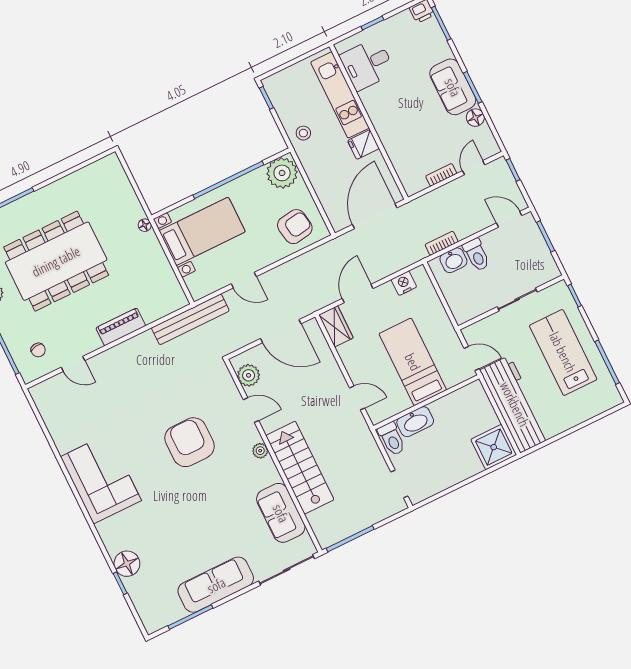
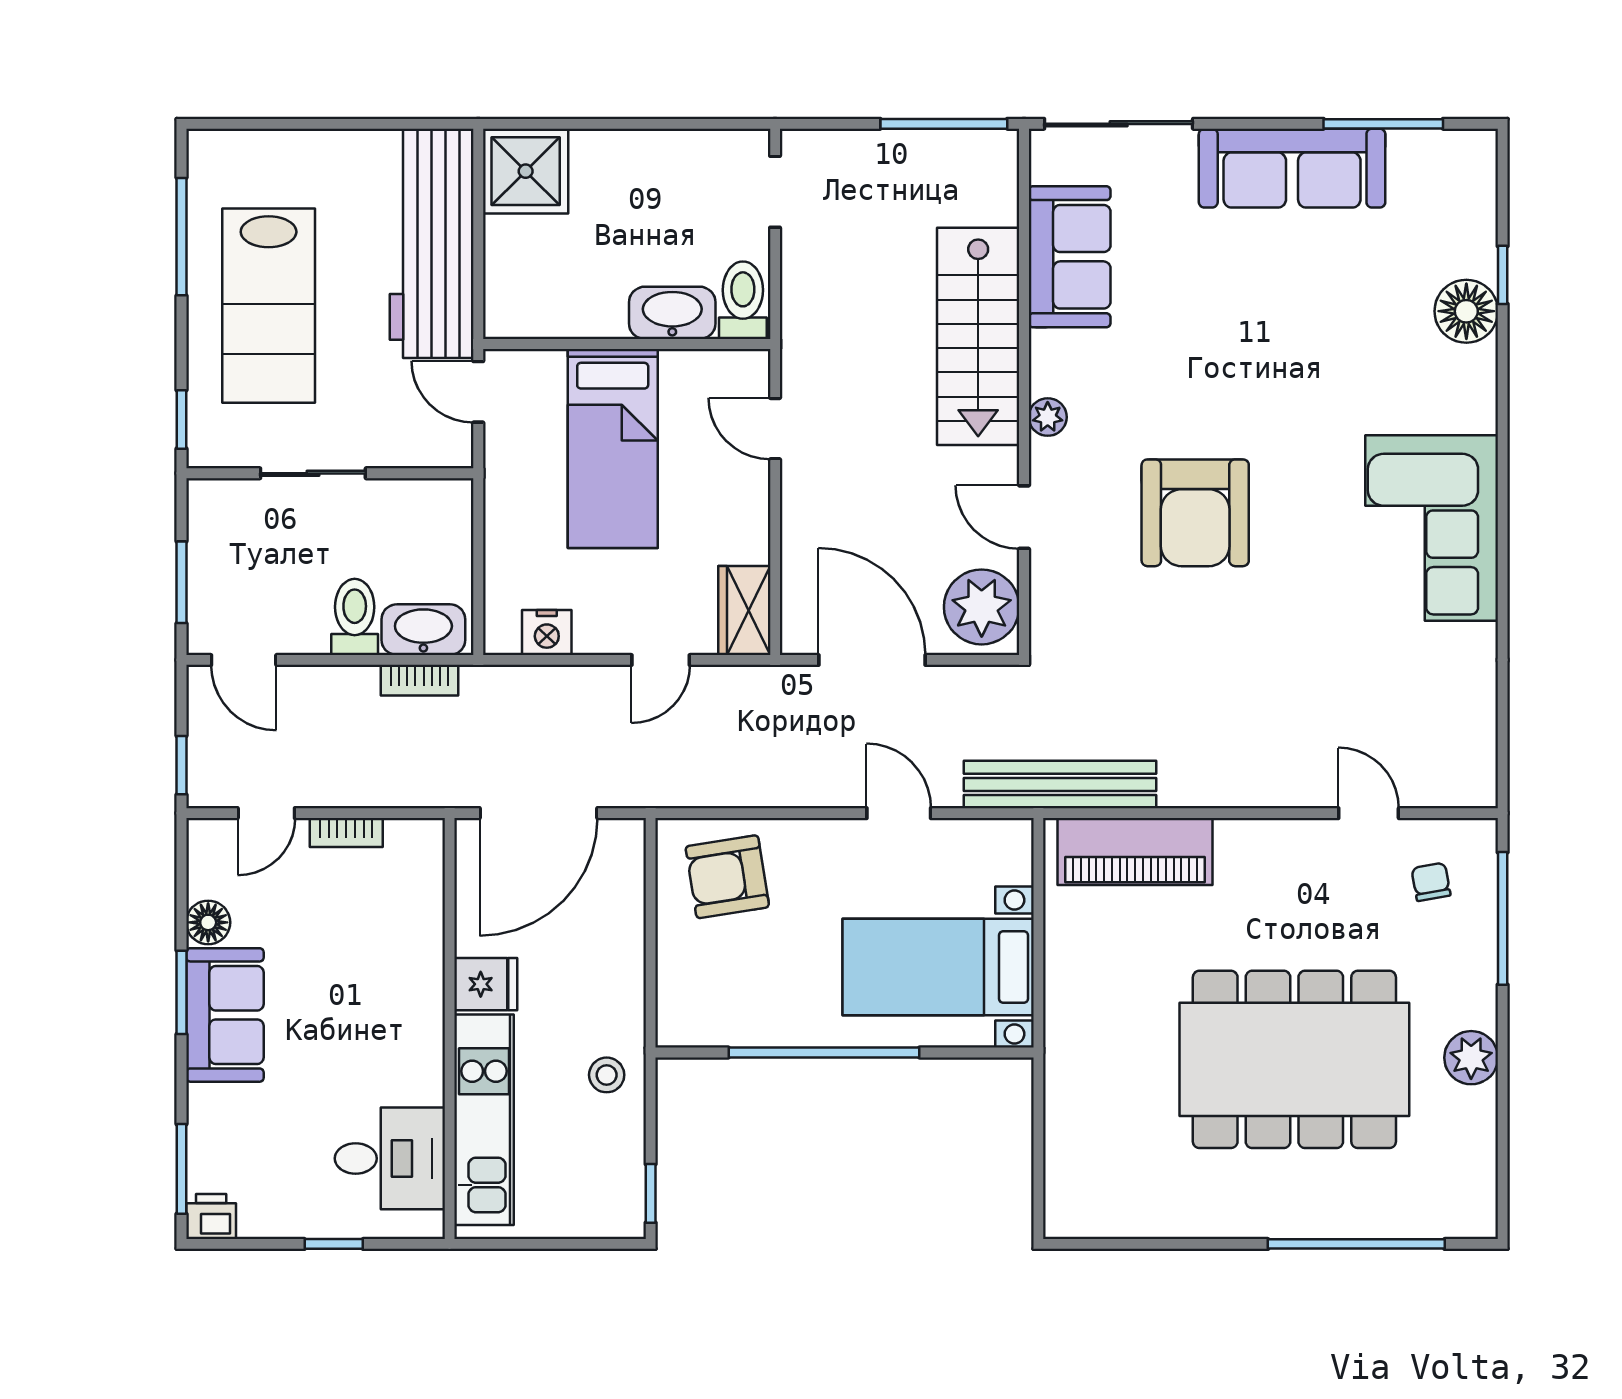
plant: (282, 173) -> (697, 1010), removed
floor lamp: (145, 225) -> (1059, 1043), removed
washbasin: (453, 260) -> (423, 630), width x1.38
door: (358, 293) -> (661, 660), width x0.73
piano: (121, 327) -> (1135, 852), moved, width x1.37, depth x1.33
plant: (249, 375) -> (982, 607), width x1.36, depth x1.36

